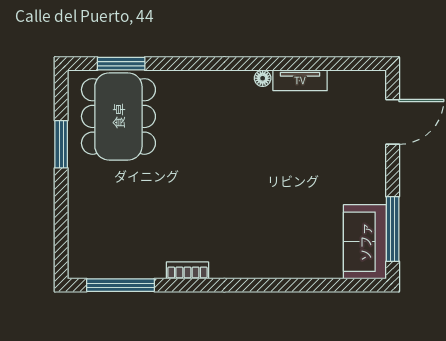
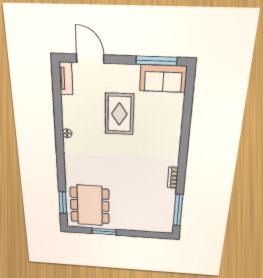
tv unit: (300, 80) -> (66, 78), moved
dining table: (118, 116) -> (90, 205), turned 90
rug: (302, 171) -> (119, 114), added

